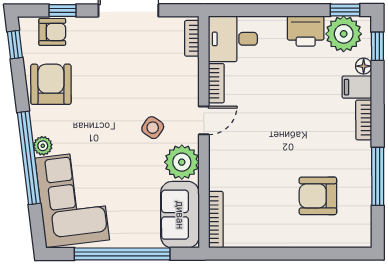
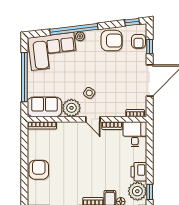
armchair: (318, 196) -> (39, 170), moved

